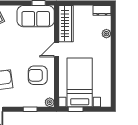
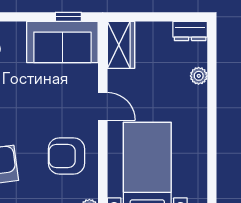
wardrobe: (66, 24) -> (121, 45), width x0.67
door: (57, 50) -> (103, 106), swing flipped

